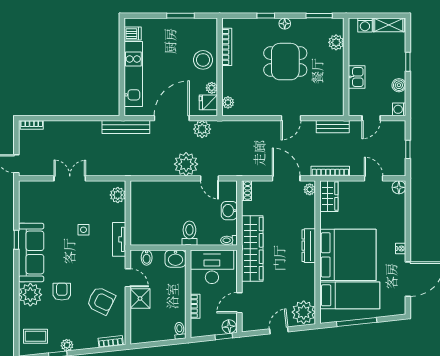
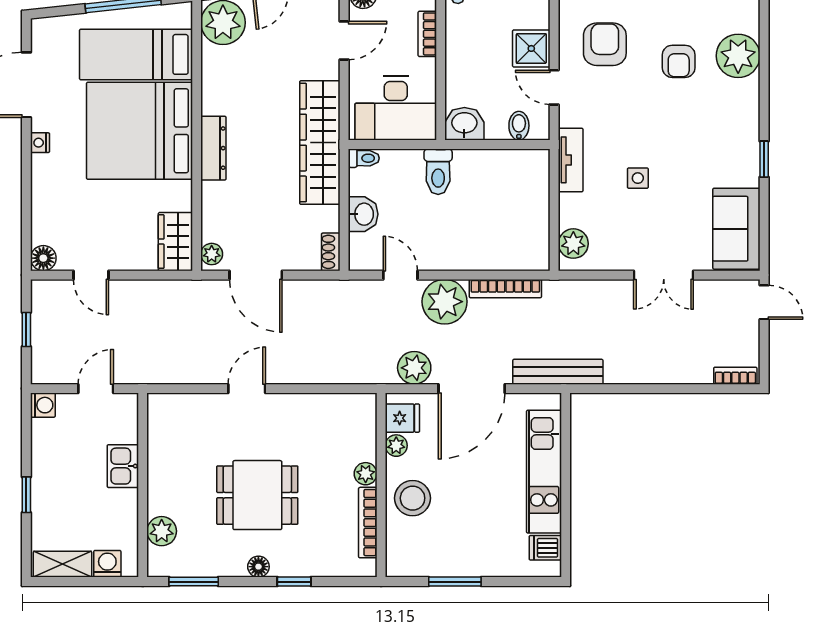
boiler: (399, 85) -> (43, 451), removed
plant: (228, 102) -> (366, 474), moved
bench: (333, 127) -> (168, 373), removed
bookcase: (330, 171) -> (505, 289), moved
sofa: (31, 252) -> (736, 229), moved, width x0.73
armchair: (101, 301) -> (605, 44), turned 64

